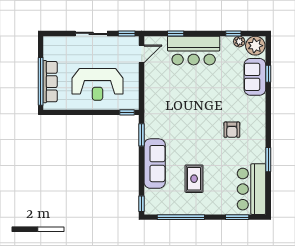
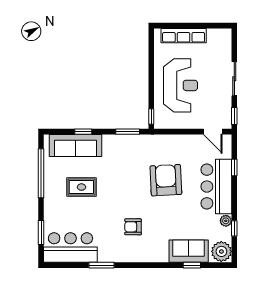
plant: (239, 42) -> (226, 221), moved
window: (41, 81) -> (184, 26), removed
reception desk: (97, 84) -> (181, 85), turned 180
armchair: (188, 98) -> (166, 180), added
sofa: (155, 164) -> (76, 146), moved
window: (142, 204) -> (83, 132), moved

